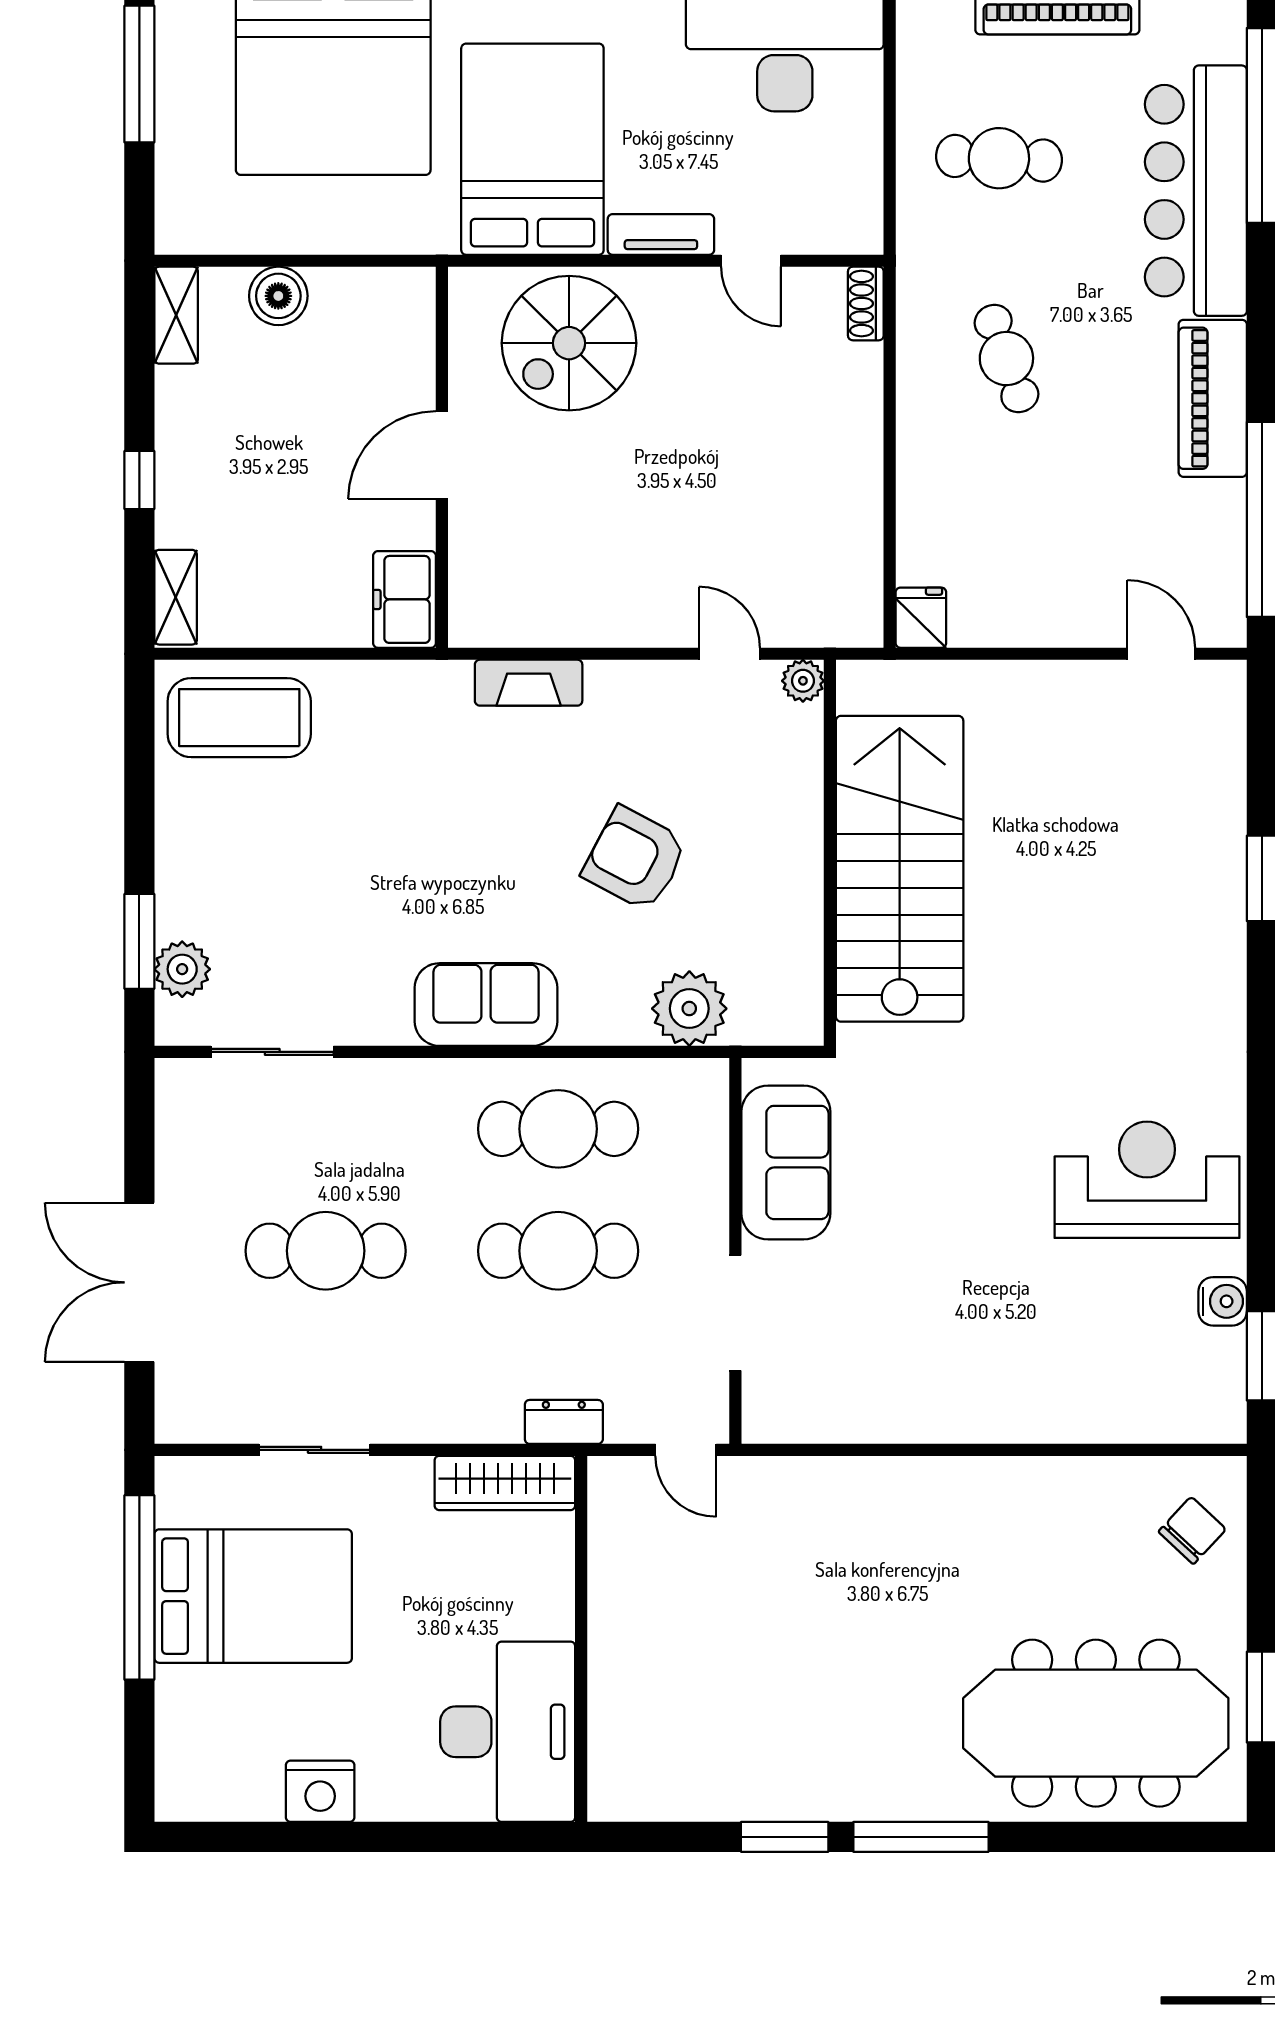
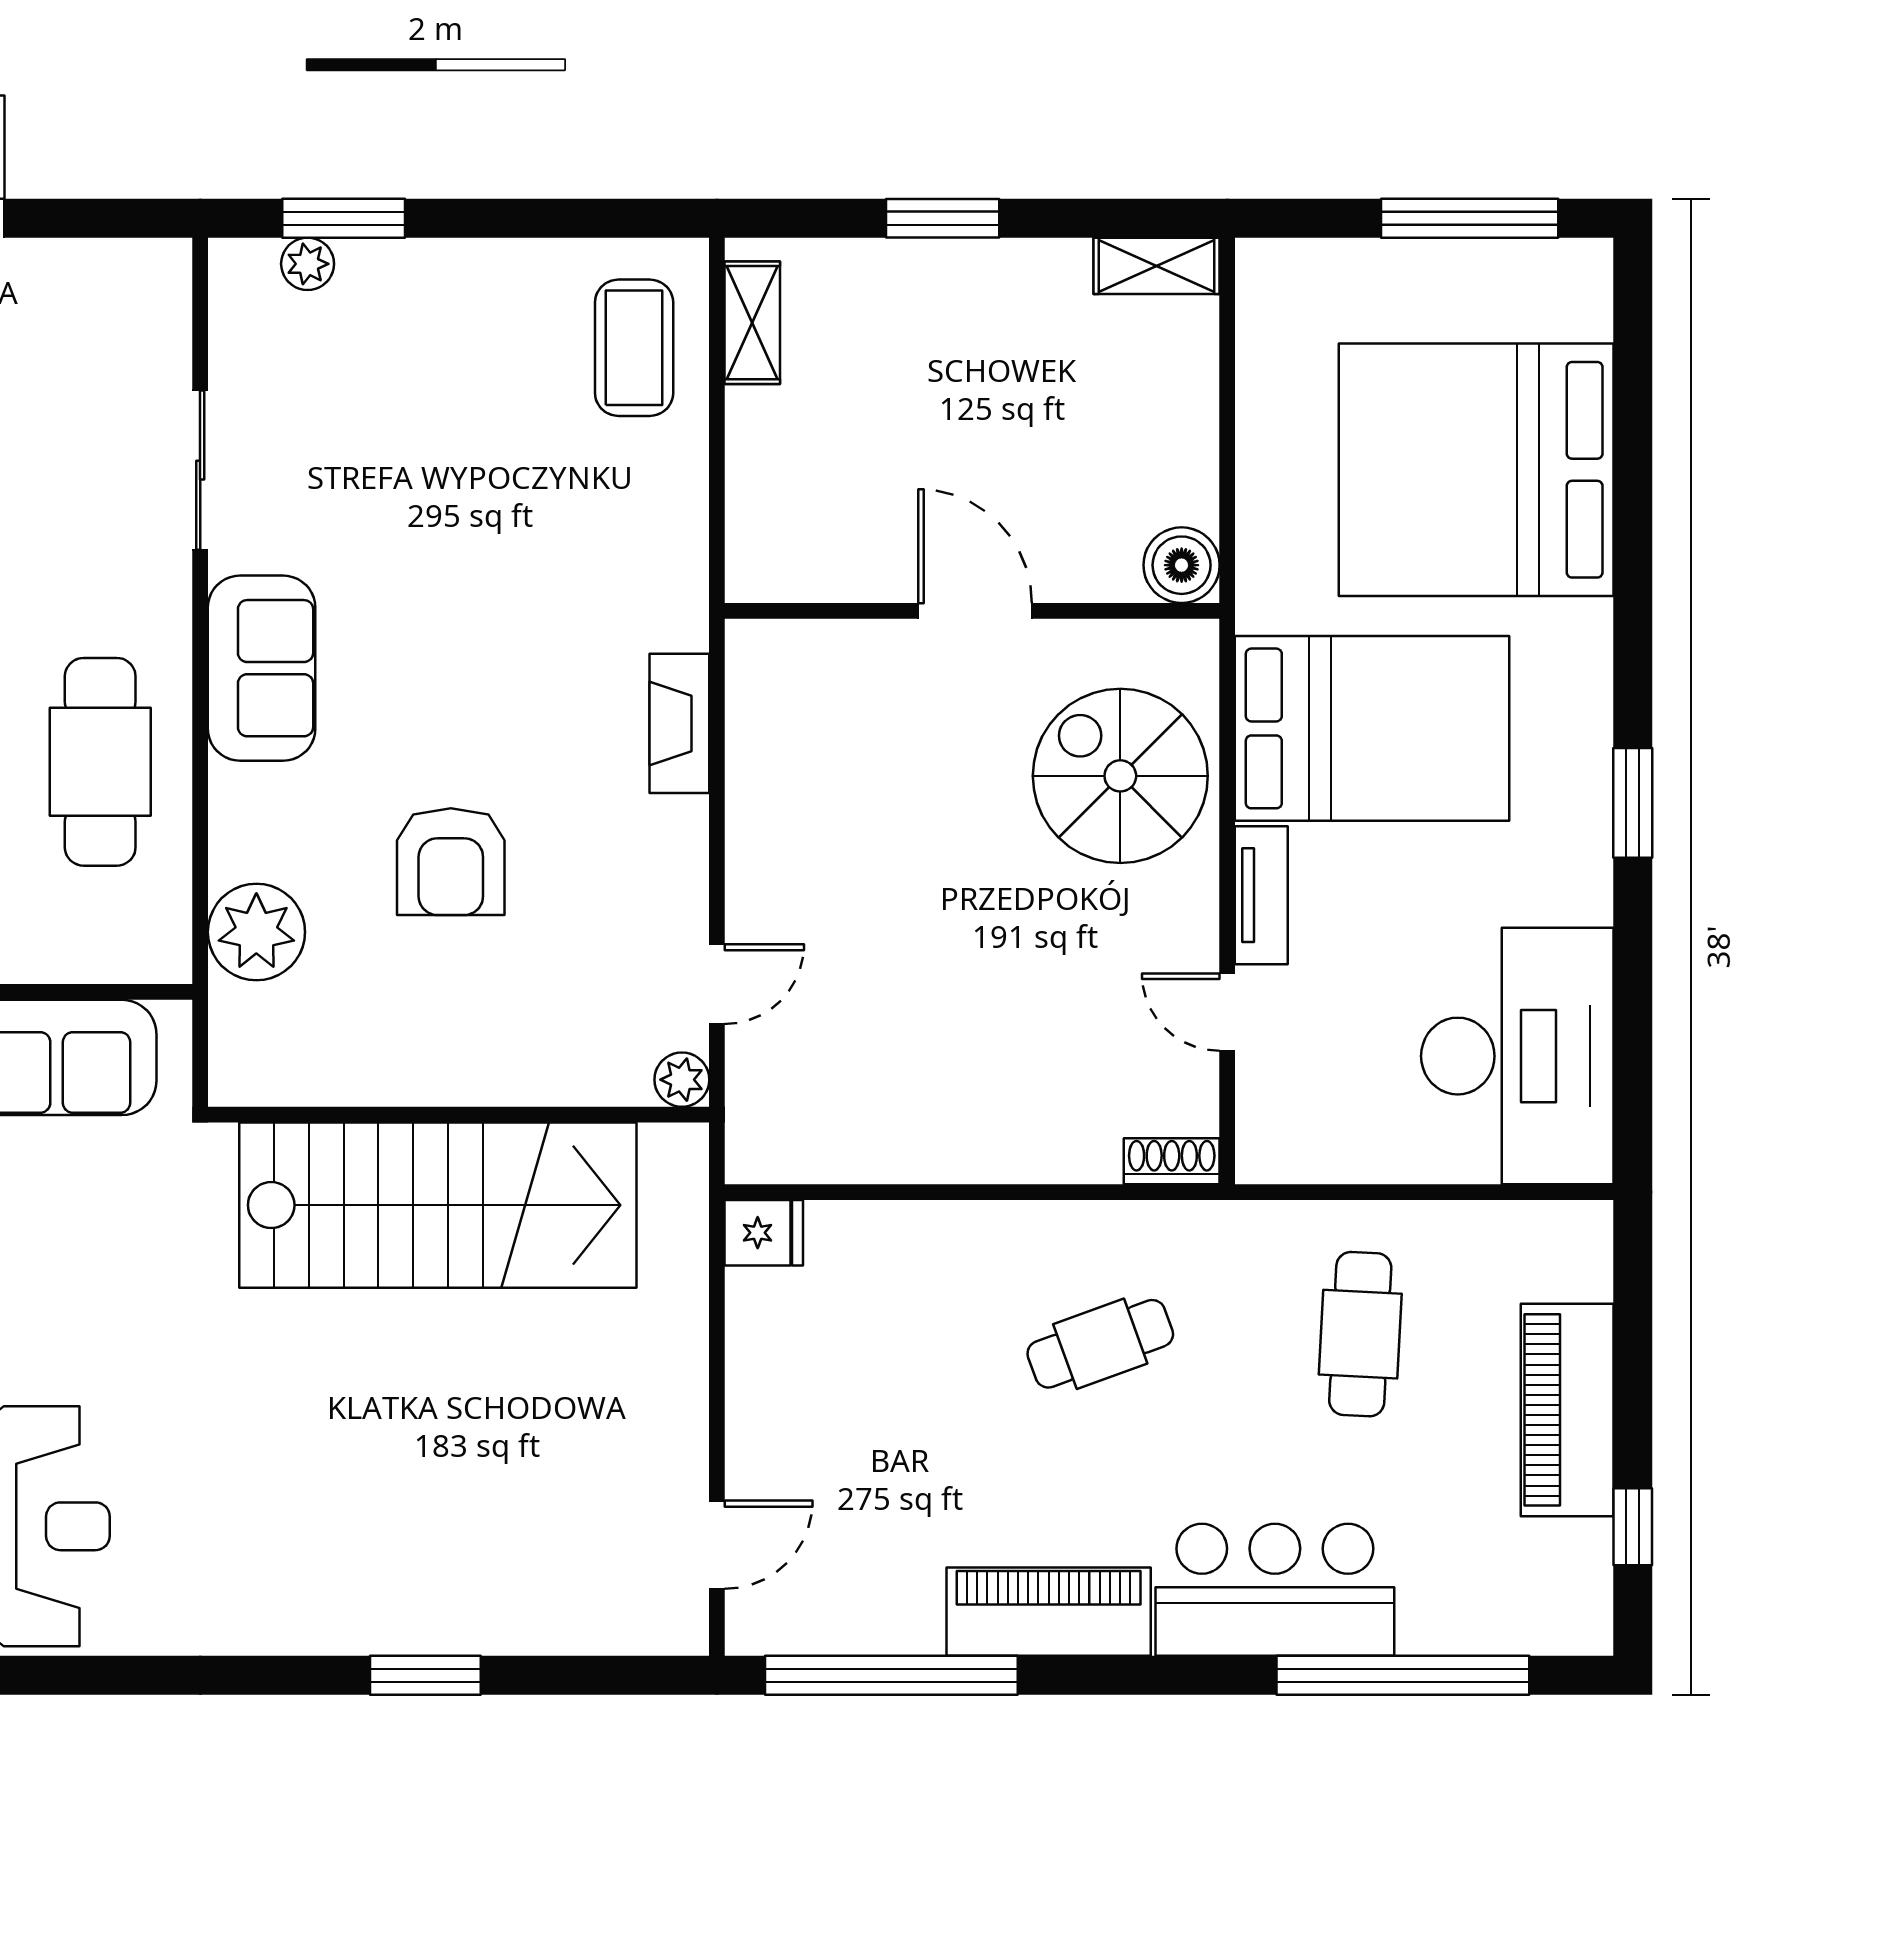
bar counter: (1196, 191) -> (1275, 1590), width x0.73
door: (751, 261) -> (1227, 1012), hinge flipped
boiler: (278, 296) -> (1182, 565), moved
window: (139, 480) -> (943, 218), width x1.50
shelving: (176, 597) -> (752, 323), moved, turned 90
freezer: (404, 599) -> (787, 562), removed
coffee table: (239, 718) -> (634, 348), width x0.73, depth x0.76
armchair: (635, 859) -> (451, 862), turned 152
plant: (182, 969) -> (308, 264), width x0.73, depth x0.73
sliding door: (272, 1052) -> (200, 470), moved

